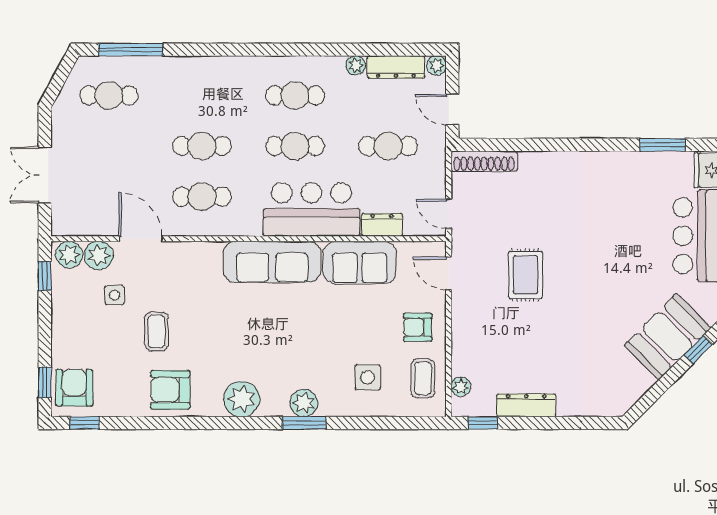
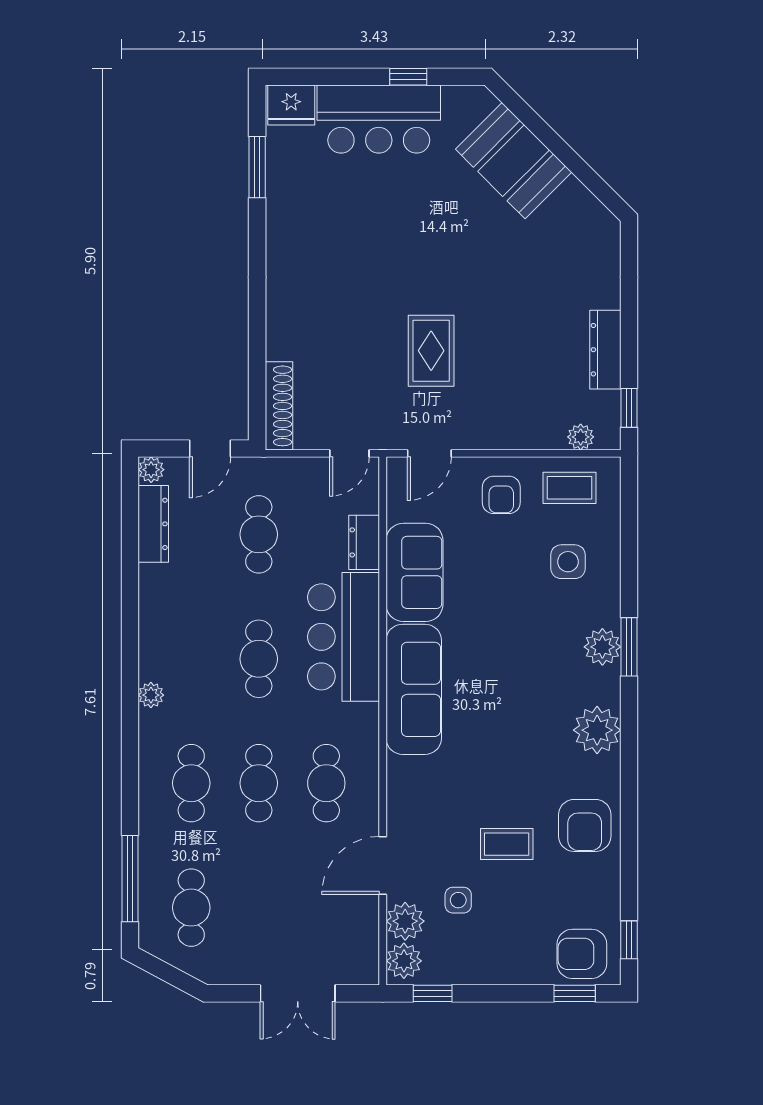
plant: (356, 65) -> (151, 695), moved
cafe table: (295, 95) -> (191, 783), moved
rug: (525, 275) -> (431, 351), turned 90
window: (698, 350) -> (531, 120), removed

